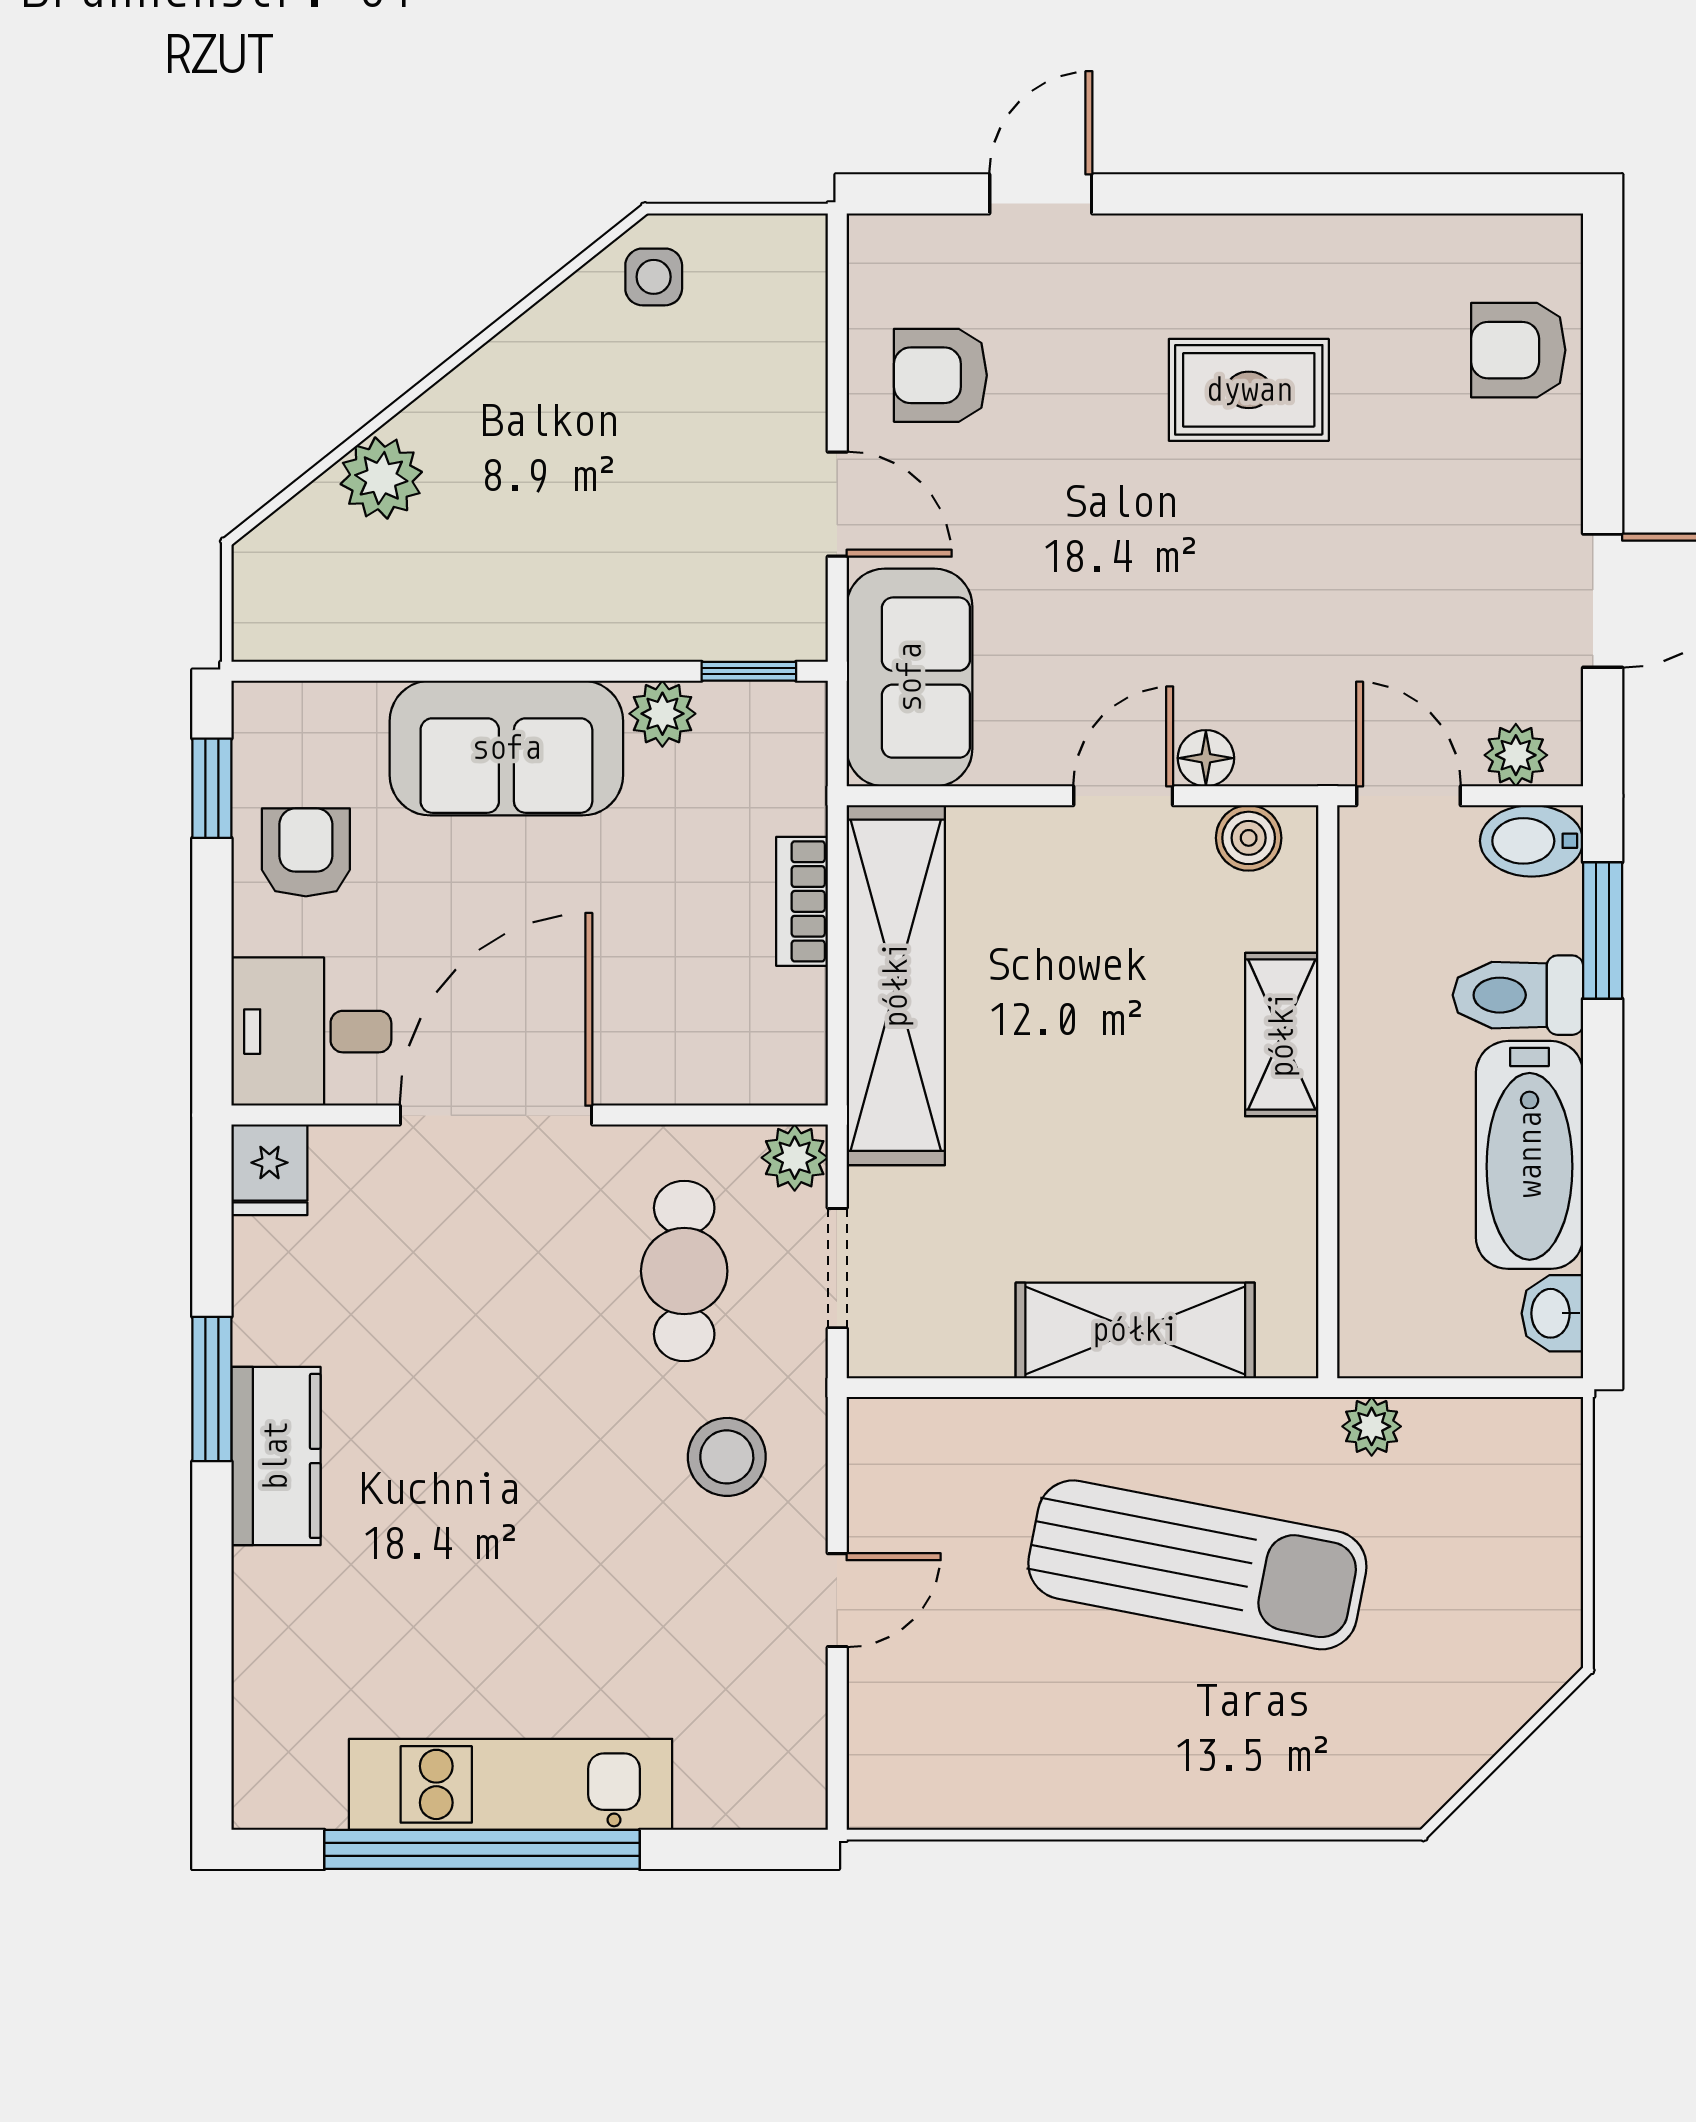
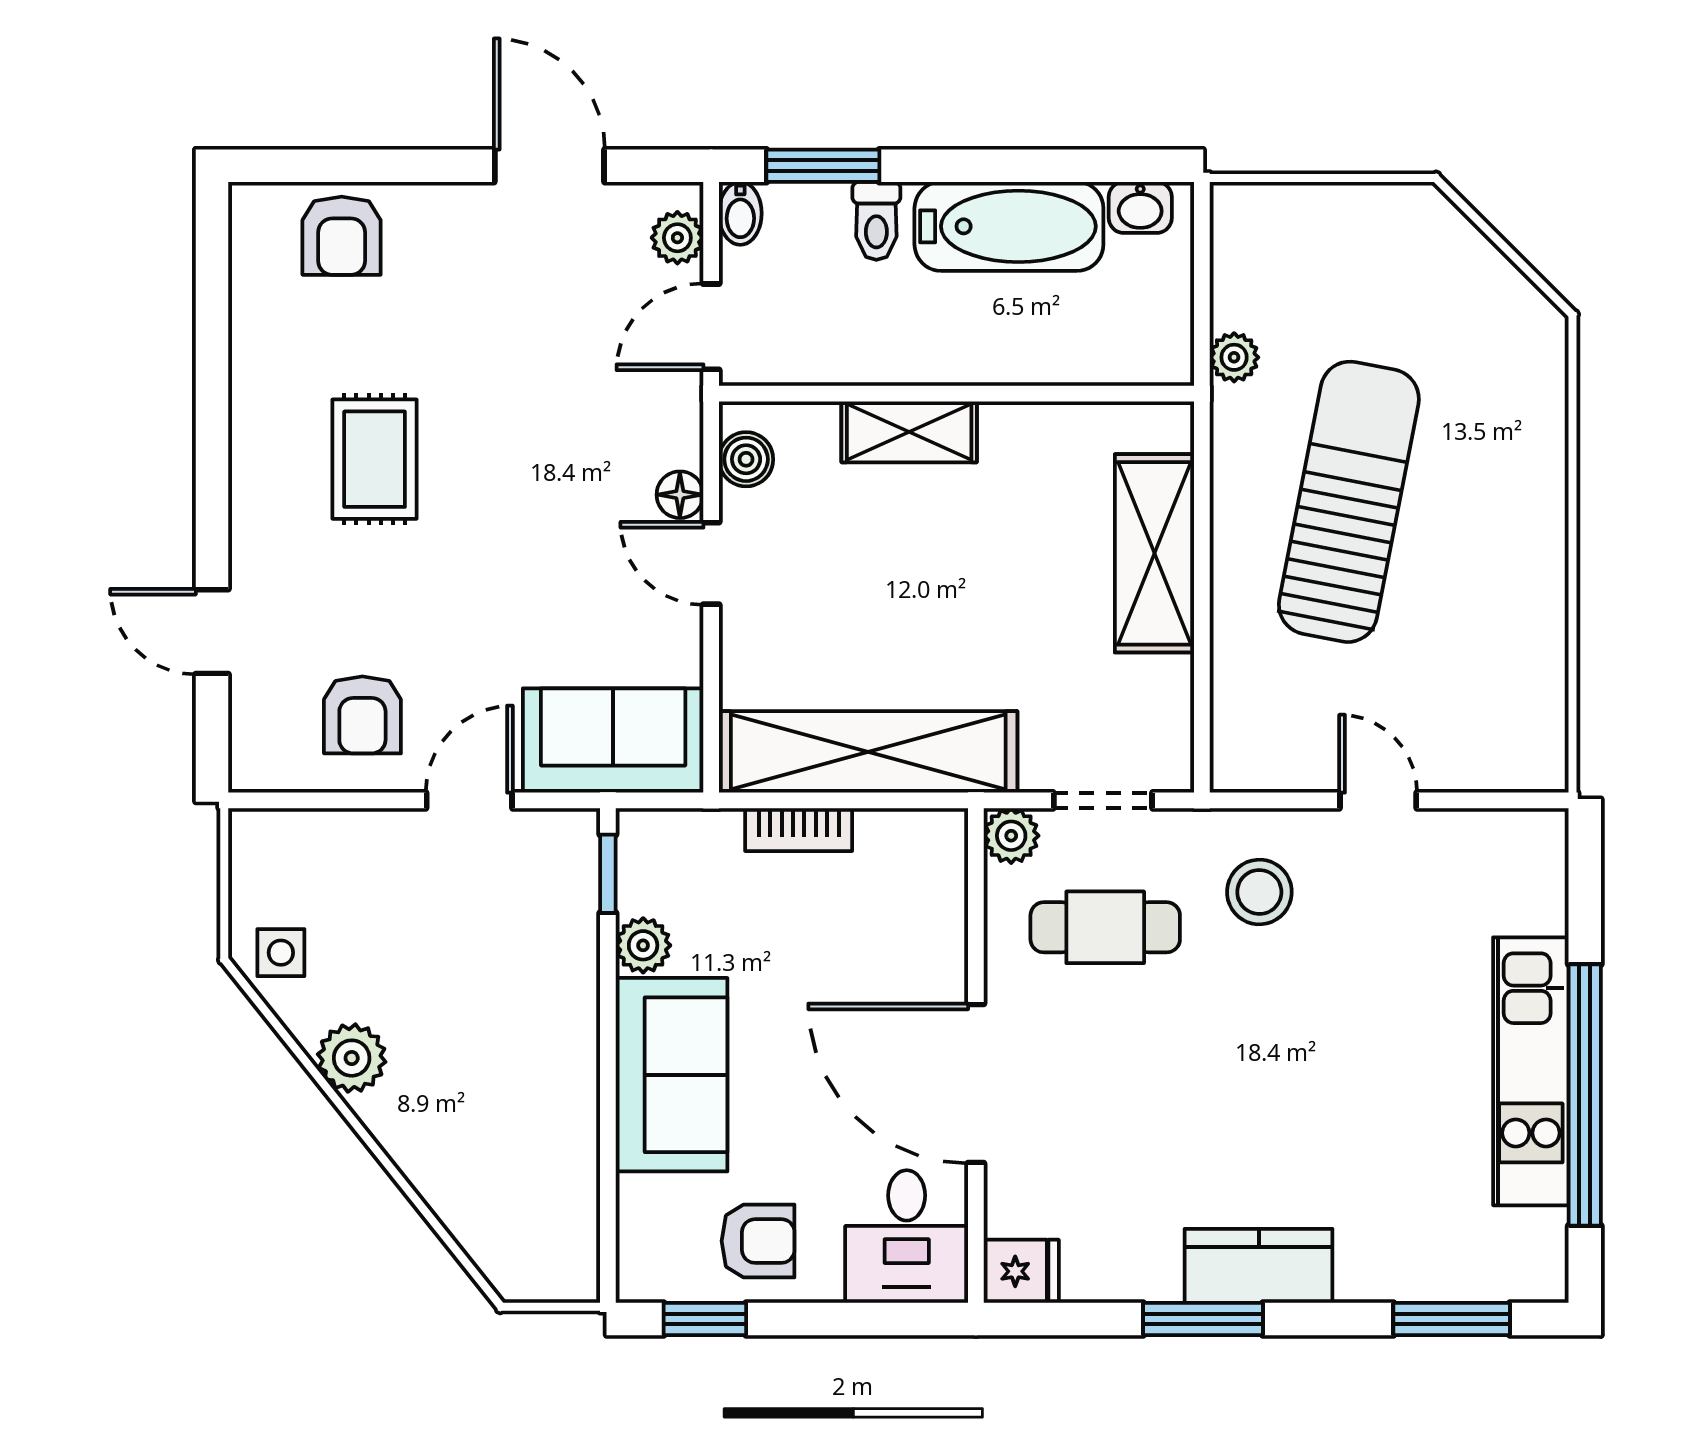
plant: (381, 478) -> (352, 1058), moved
bidet: (1532, 841) -> (740, 213), width x0.72, depth x0.74
armchair: (306, 852) -> (758, 1241), turned 180
toilet: (1518, 995) -> (876, 221), width x0.73, depth x0.72
window: (212, 1689) -> (1452, 1319), added

